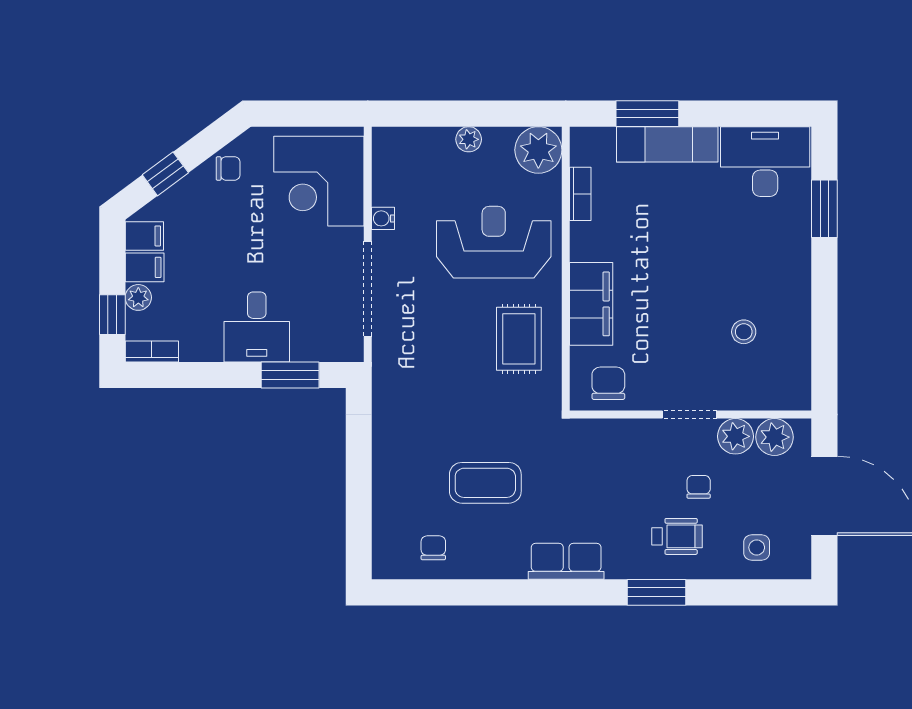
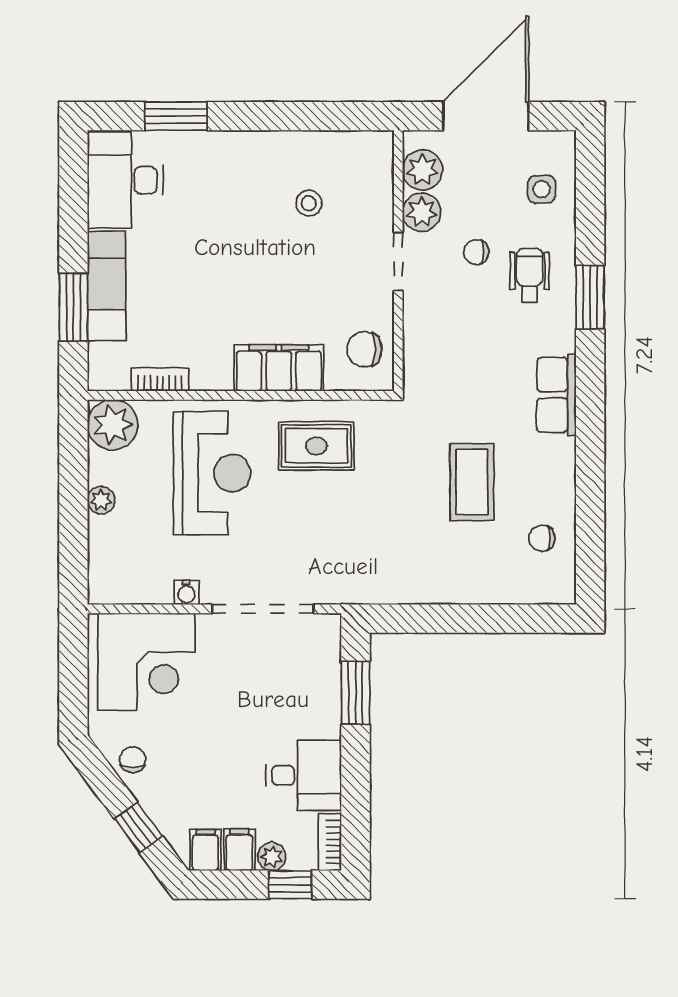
reception desk: (494, 242) -> (212, 473), turned 180
desk: (257, 327) -> (304, 775), moved

